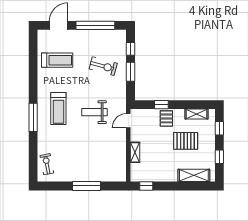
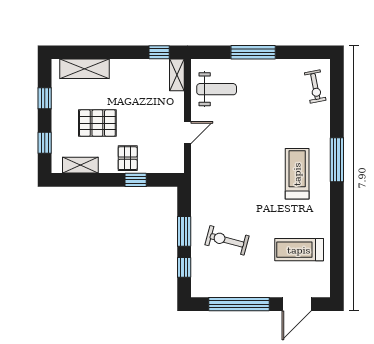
weight bench: (95, 112) -> (217, 89), moved
door: (128, 121) -> (187, 133), moved
shelving: (135, 152) -> (177, 75), moved

